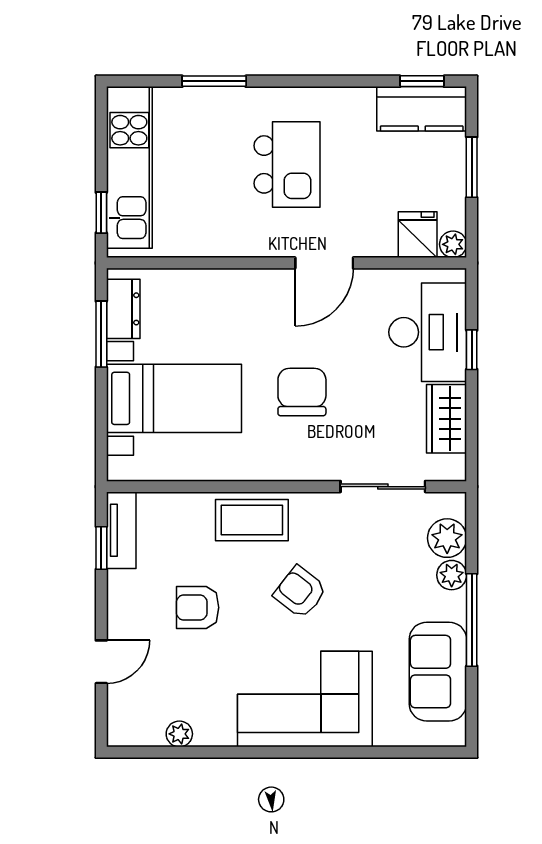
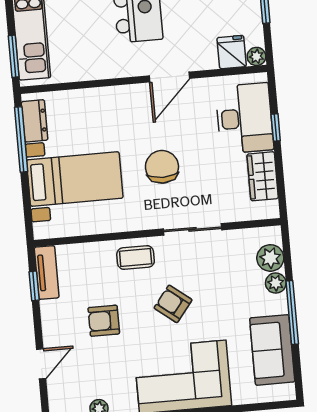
window: (101, 213) -> (14, 56), width x1.50
window: (101, 334) -> (21, 139), width x1.44
sliding door: (383, 487) -> (192, 229), moved
coffee table: (252, 520) -> (136, 258), width x0.73, depth x0.77

